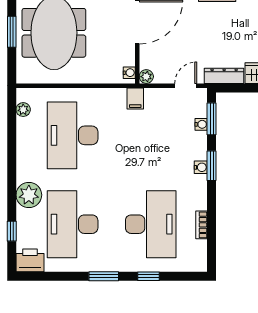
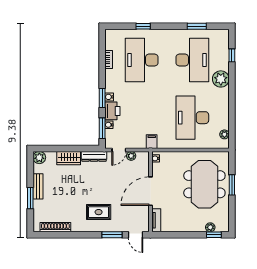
plant: (146, 77) -> (131, 156), moved
desk: (73, 135) -> (192, 118), turned 180
printer: (30, 260) -> (112, 111), moved, turned -90
window: (104, 276) -> (197, 26), moved

